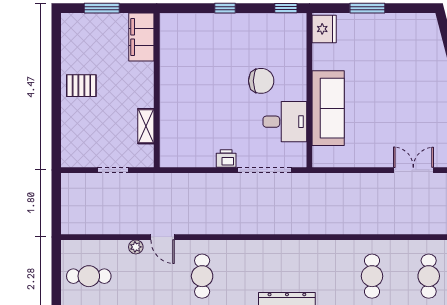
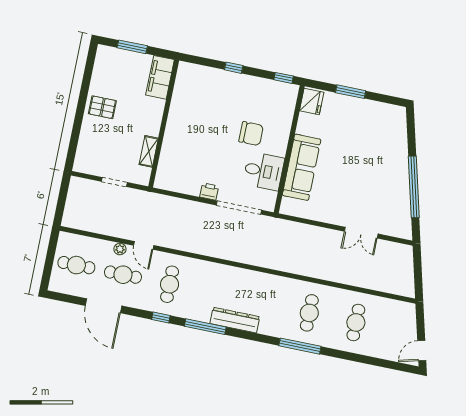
double door: (413, 170) -> (361, 233), swing flipped
cafe table: (145, 276) -> (123, 275), added

